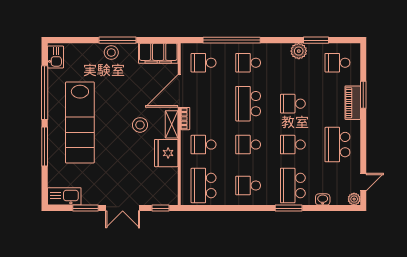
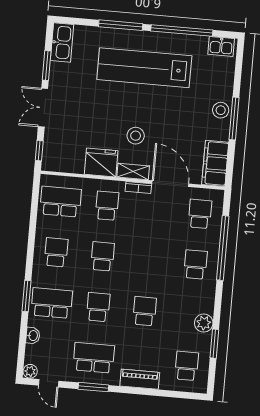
window: (363, 95) -> (93, 387), moved
school desk: (248, 104) -> (149, 260), removed

